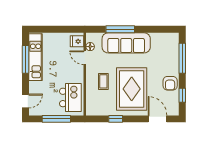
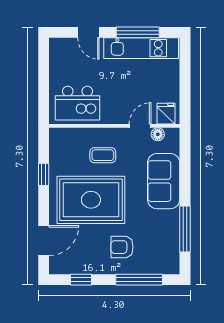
window: (120, 29) -> (185, 229), moved
sofa: (126, 43) -> (164, 181), width x0.73
armchair: (170, 83) -> (122, 247), moved
door: (26, 101) -> (88, 32), moved
window: (56, 119) -> (44, 81), removed

